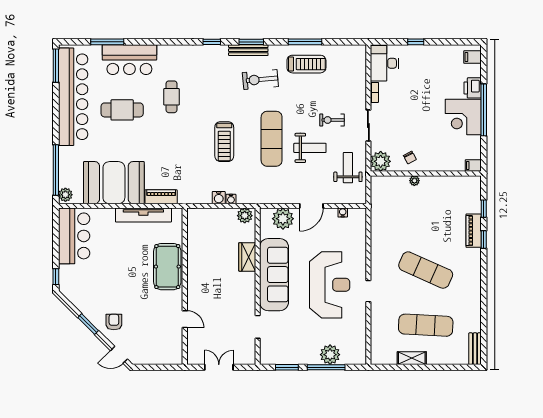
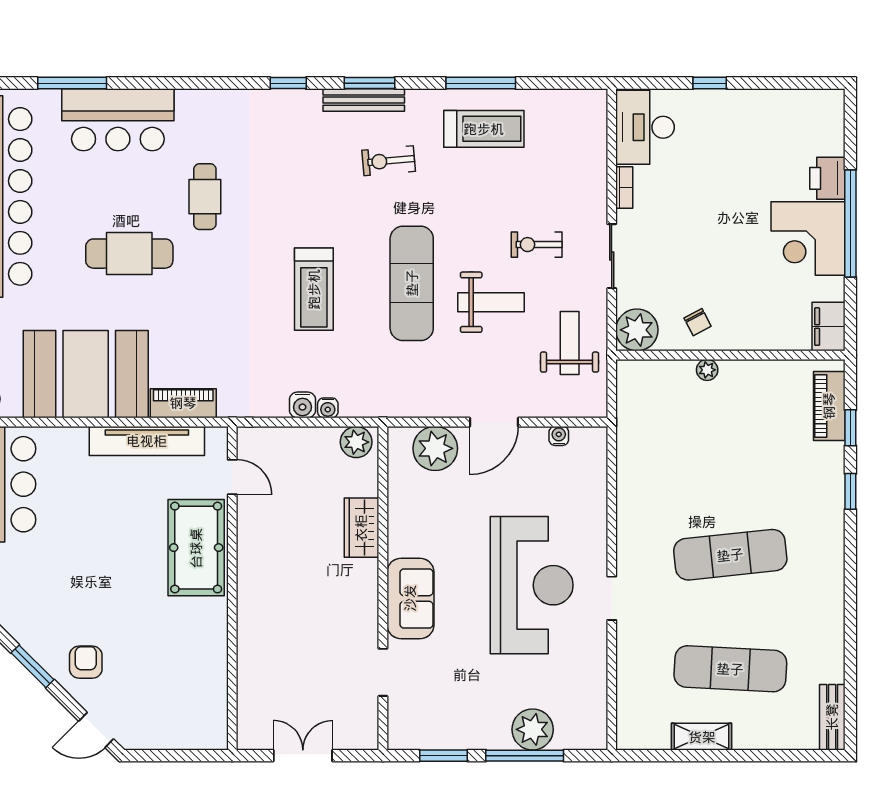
filing cabinet: (472, 57) -> (827, 114), removed
exercise bike: (260, 79) -> (389, 161), width x0.73, depth x0.72
cafe table: (122, 110) -> (129, 254), moved
filing cabinet: (473, 166) -> (828, 327), width x2.00
piano: (474, 231) -> (829, 406), moved
exercise mat: (426, 270) -> (730, 555), turned -30
sofa: (274, 275) -> (410, 598), width x0.54, depth x0.79
door: (185, 319) -> (232, 477), moved

